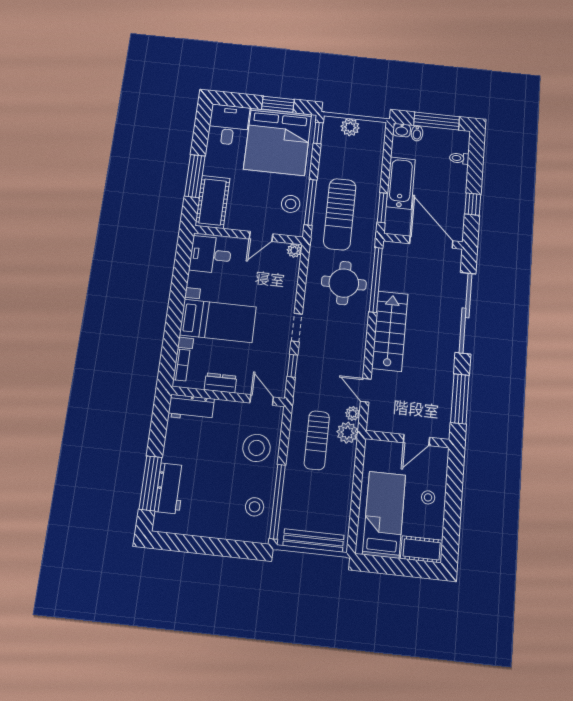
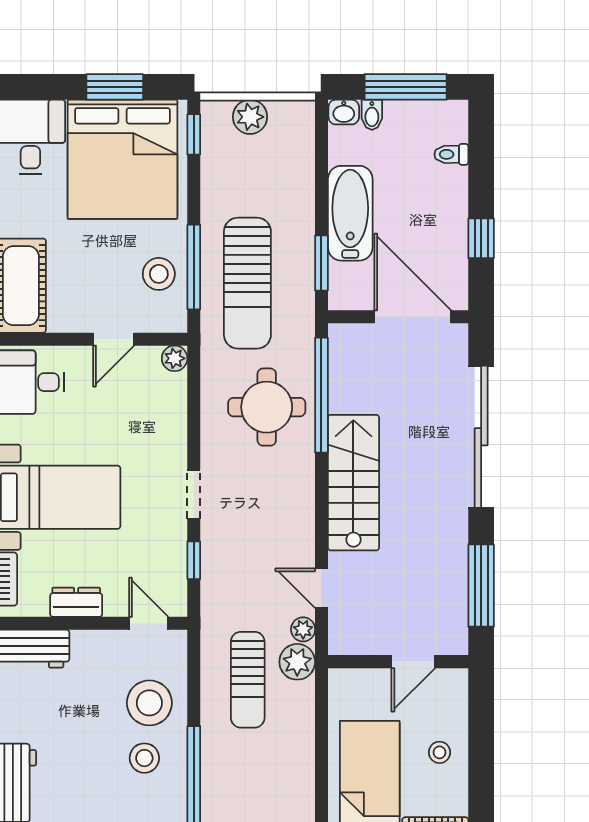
stool: (255, 507) -> (144, 758), moved

